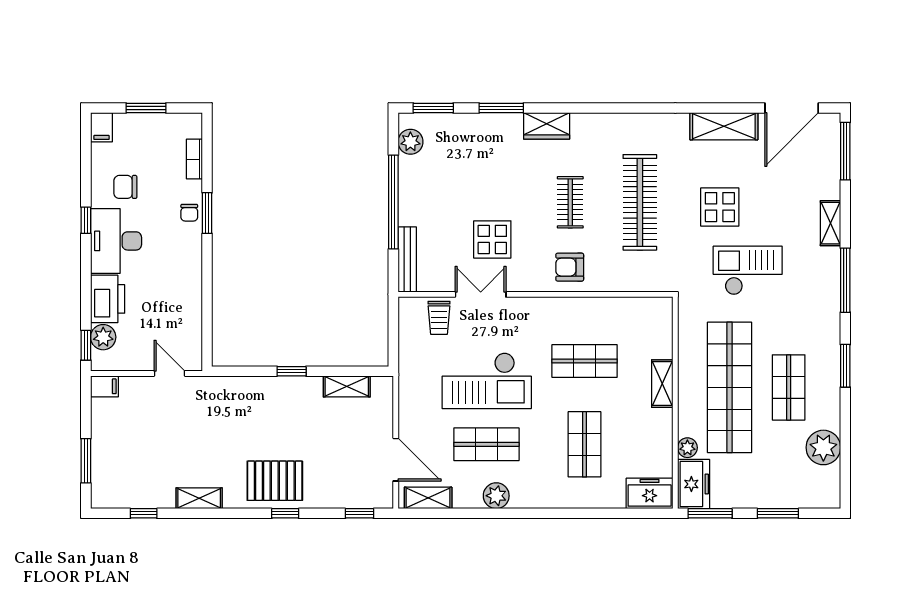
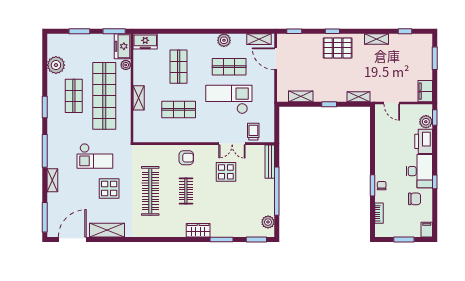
filing cabinet: (105, 386) -> (425, 91), width x2.00
shelving: (234, 386) -> (359, 97), added

